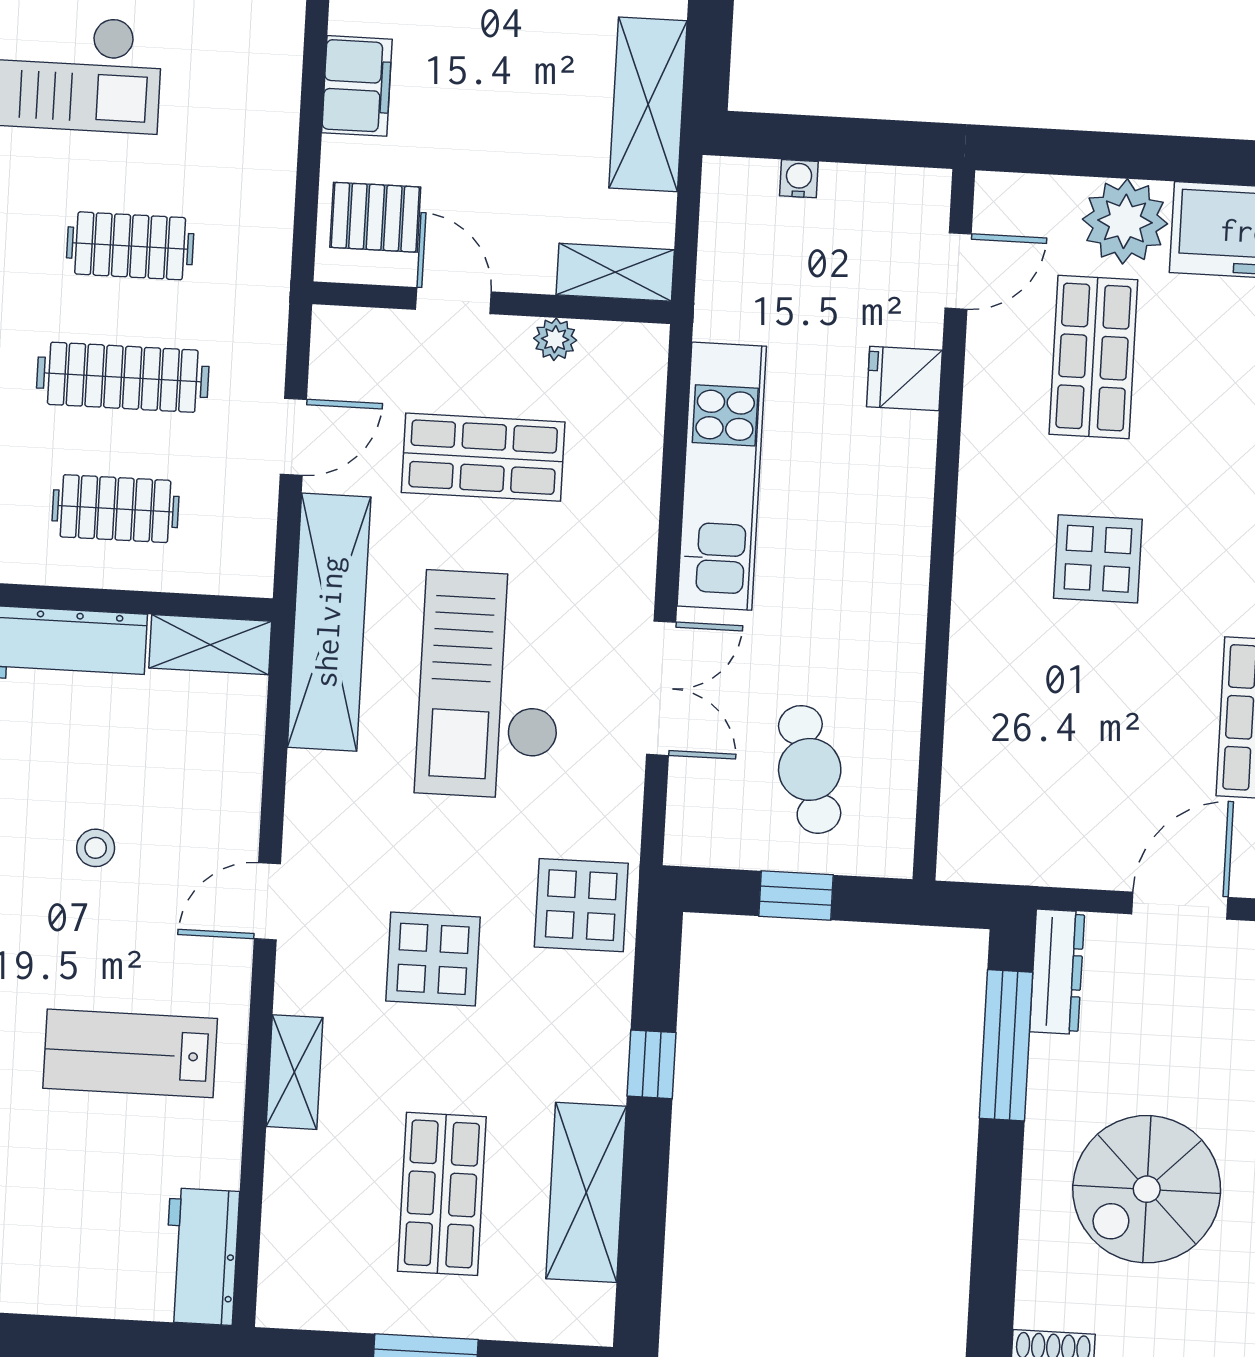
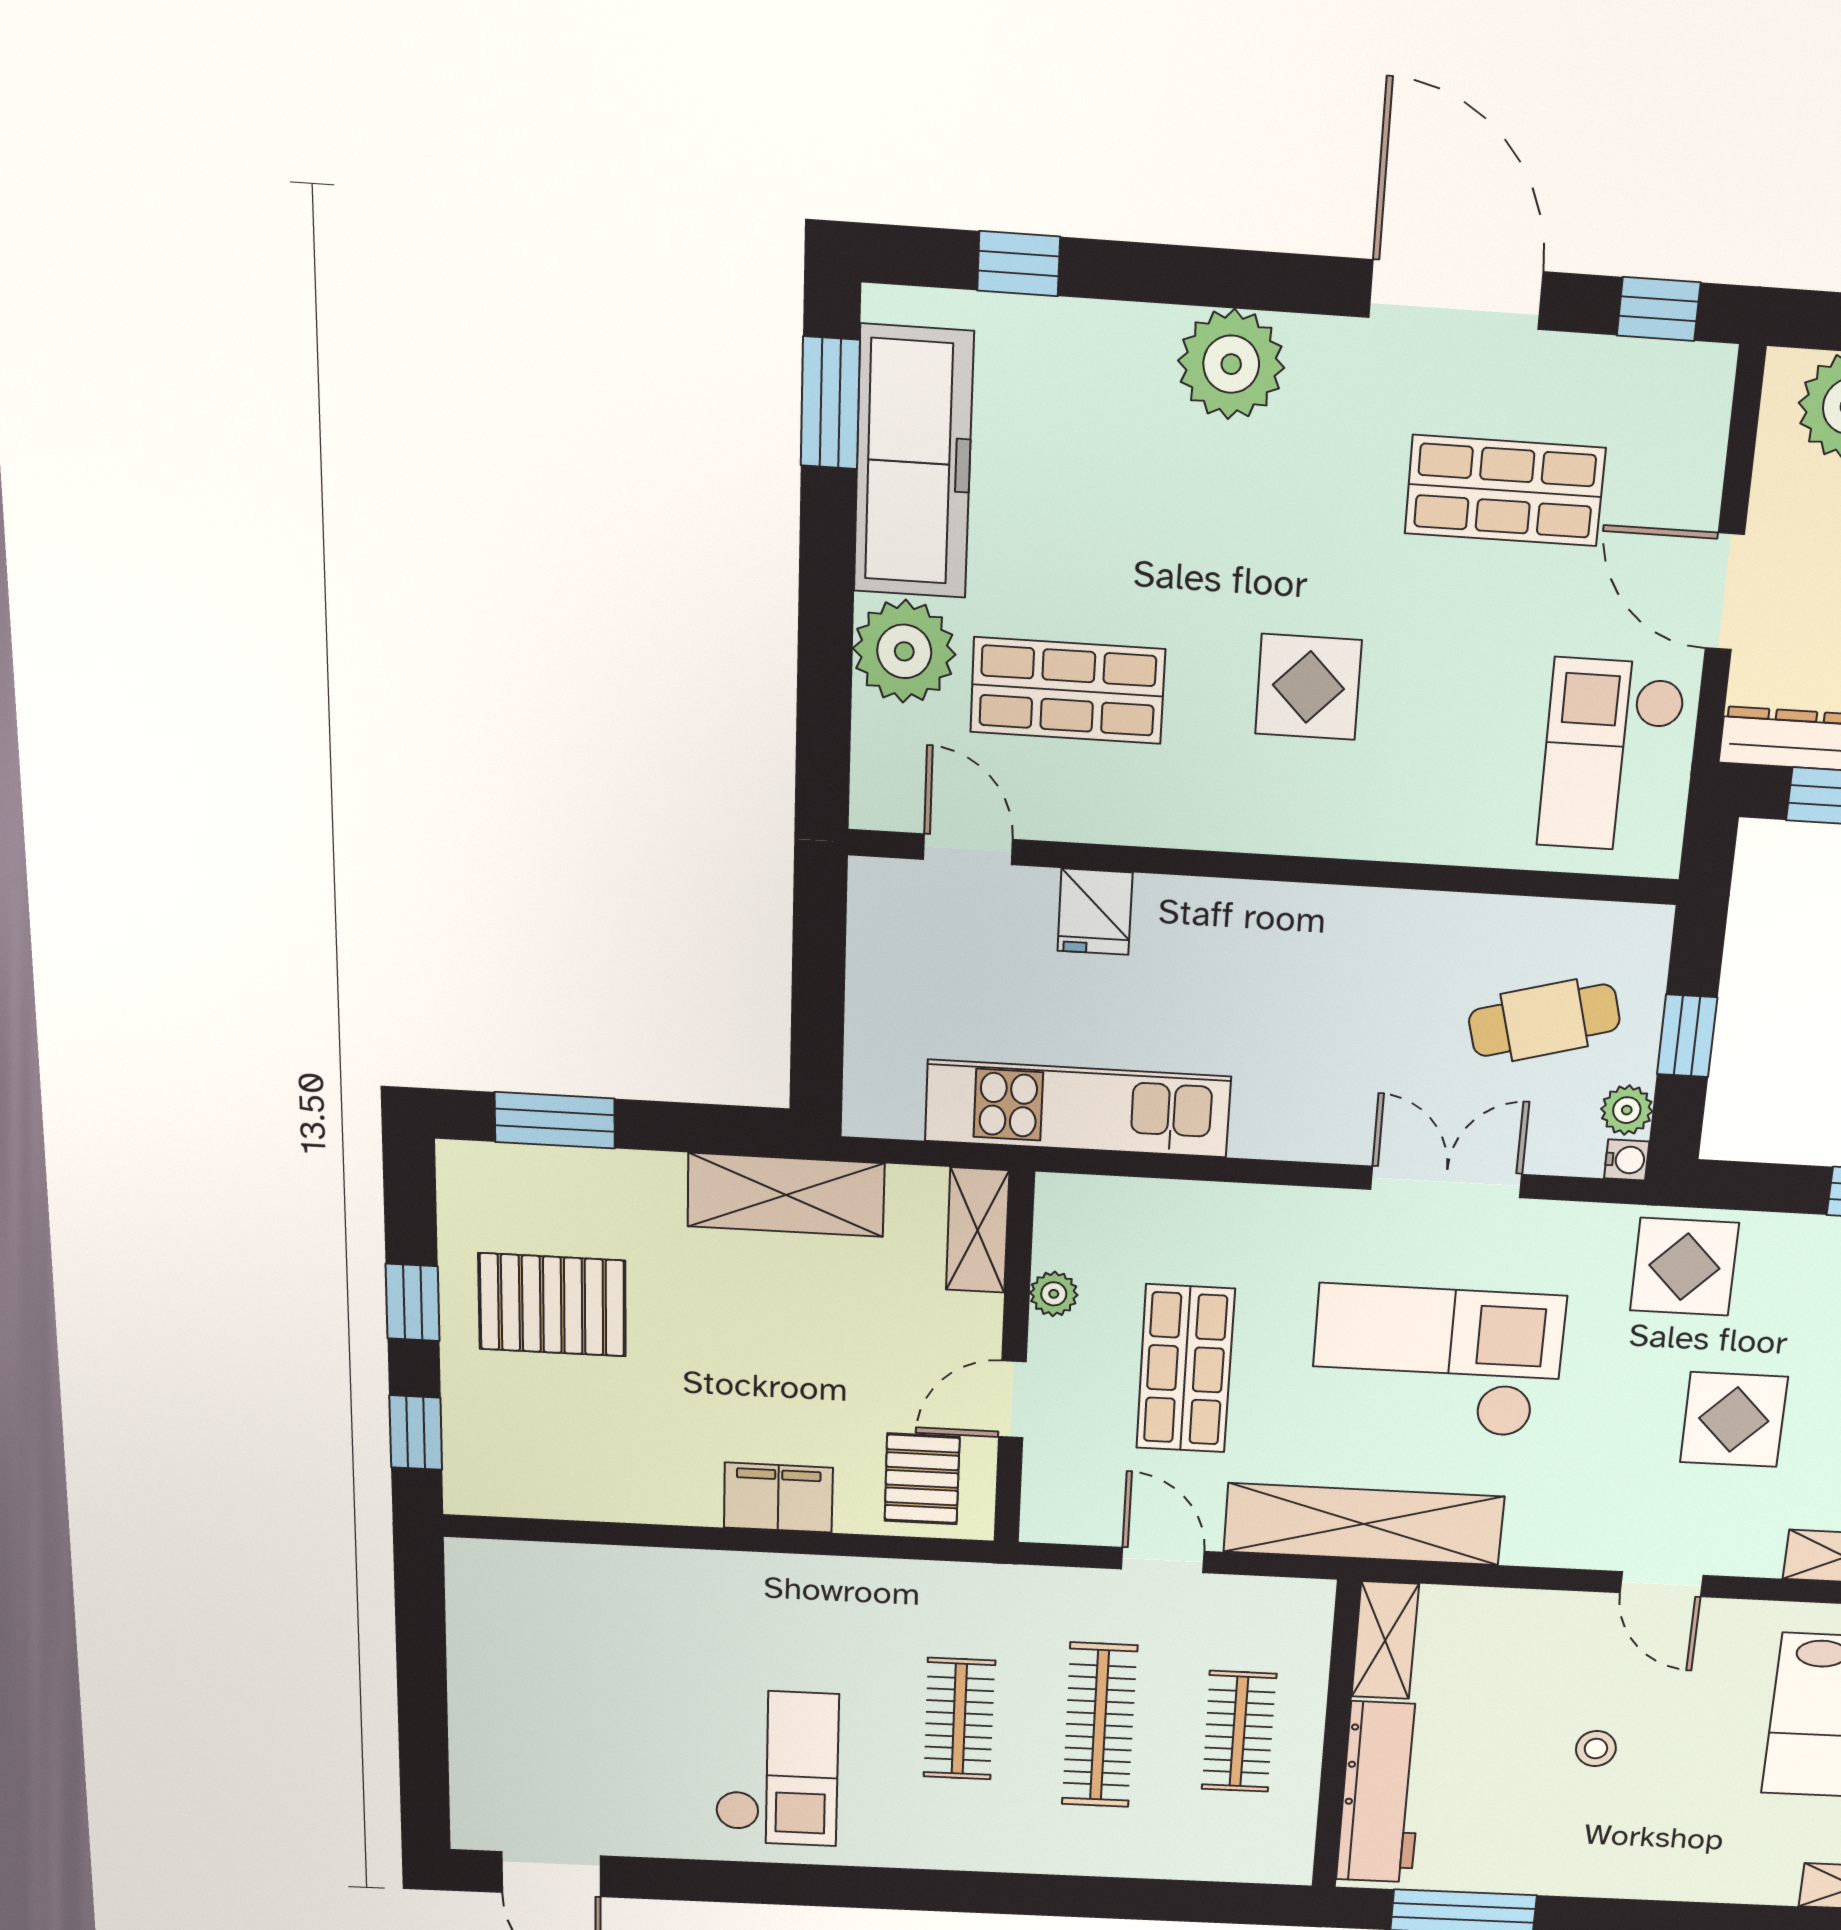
water cooler: (799, 179) -> (1627, 1160), moved, turned 180
kitchen unit: (722, 476) -> (1078, 1109), moved
checkout: (490, 685) -> (1437, 1361), turned 180
checkout: (1042, 817) -> (1612, 756), added
plant: (728, 846) -> (1627, 1110), added

